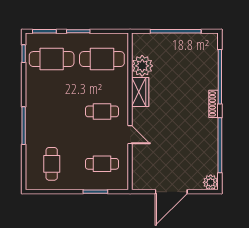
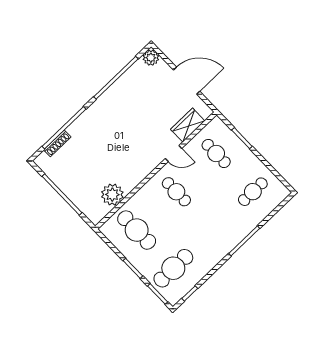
cafe table: (52, 59) -> (173, 268), turned 90
wardrobe: (140, 92) -> (188, 125), moved
shoe rack: (214, 104) -> (57, 143), moved
door: (130, 135) -> (174, 154), swing flipped

